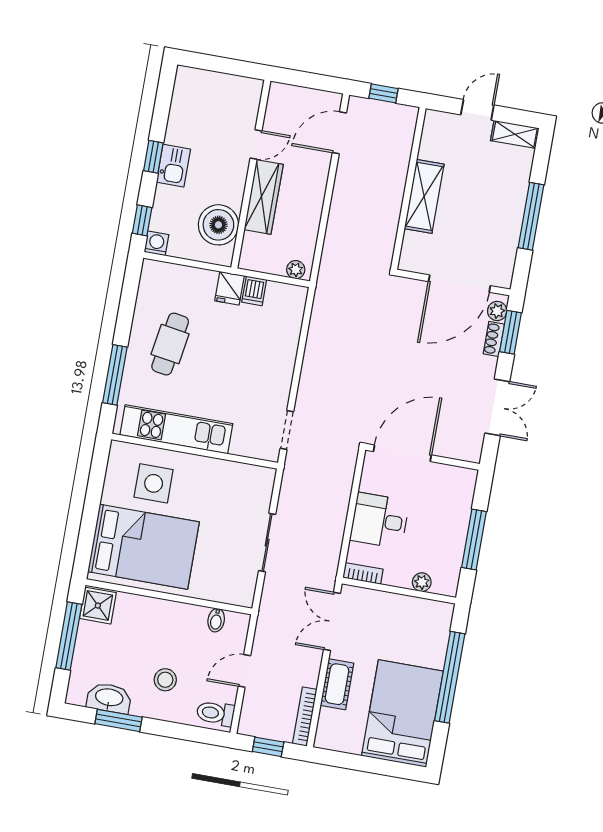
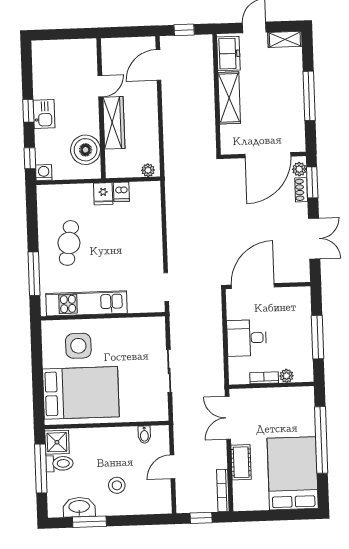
freezer: (436, 137) -> (228, 54), added
bookcase: (363, 573) -> (264, 378), moved
toilet: (215, 713) -> (59, 463), moved, turned 180

